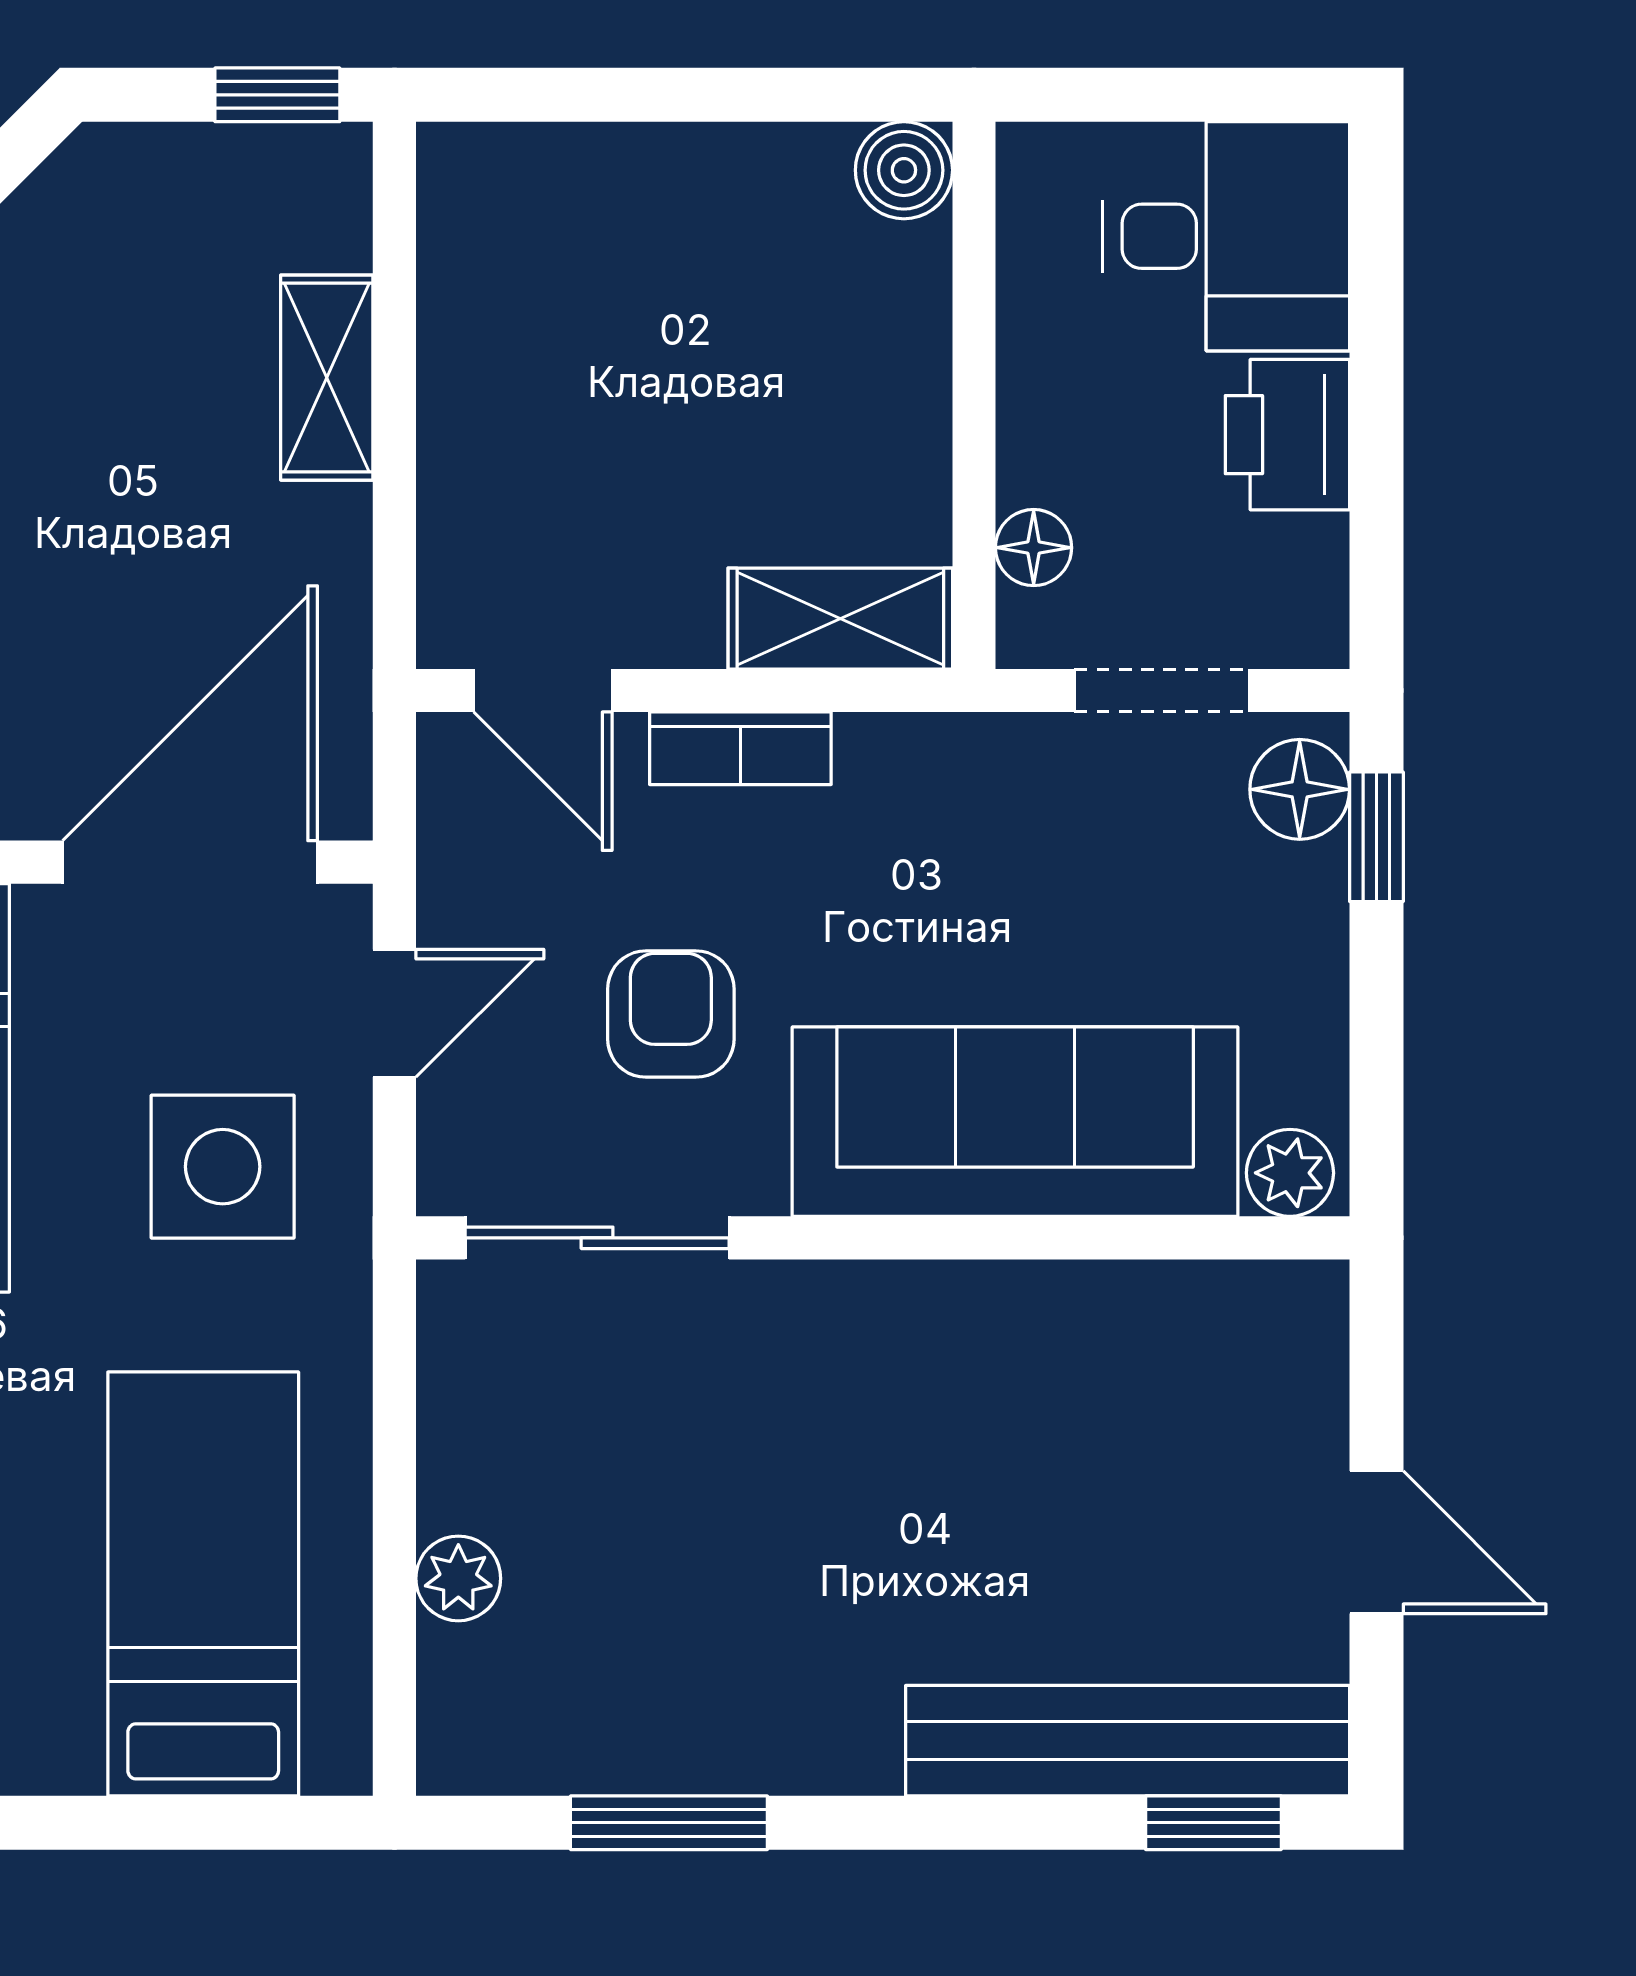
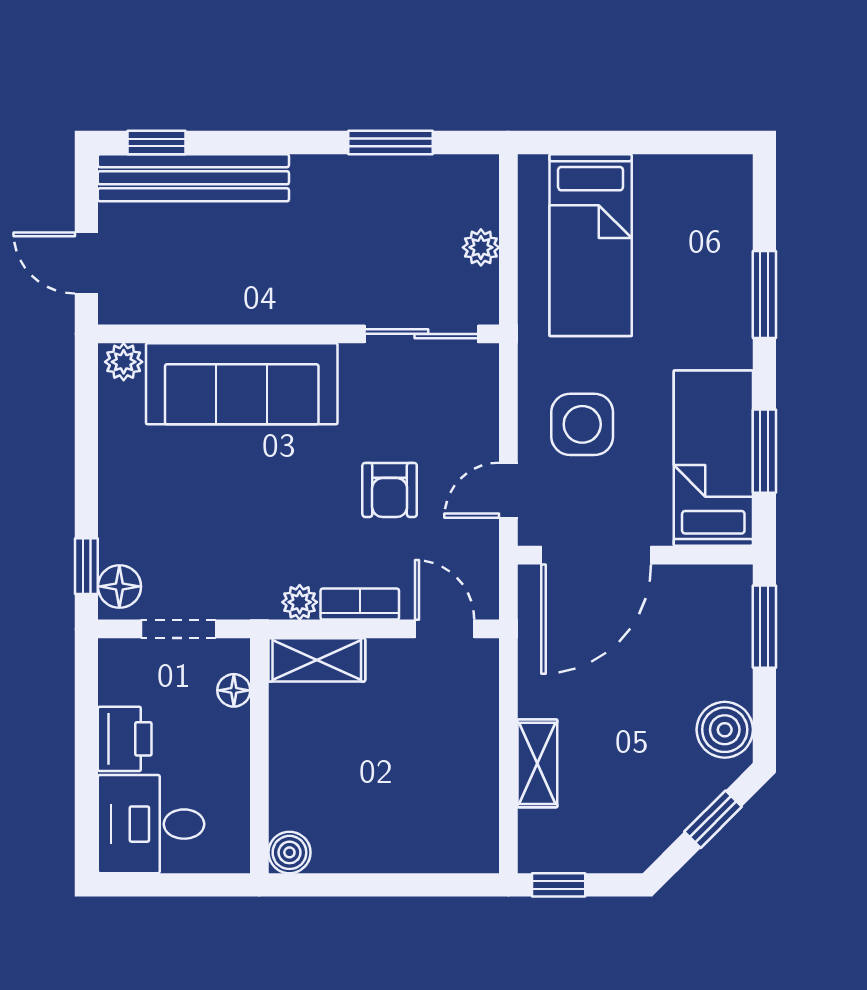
plant: (880, 753) -> (300, 602), added
sofa: (1015, 1122) -> (242, 384), moved
plant: (1290, 1173) -> (124, 362), moved
sliding door: (597, 1238) -> (421, 334), moved
wall: (883, 1238) -> (299, 334), moved

